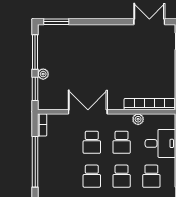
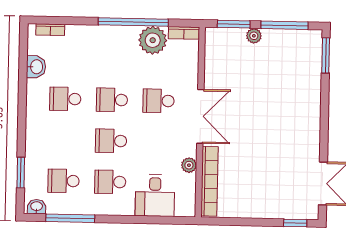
double door: (88, 112) -> (200, 116), moved
school desk: (122, 142) -> (158, 142), removed
plant: (48, 147) -> (153, 40), added

